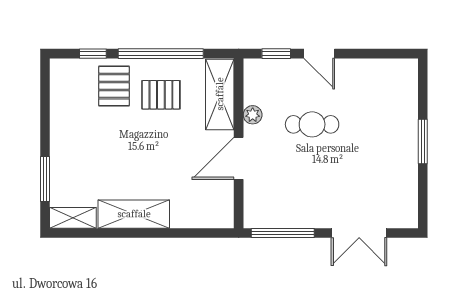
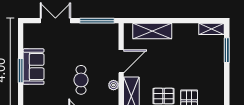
cafe table: (312, 124) -> (81, 80), turned 90
sofa: (399, 149) -> (34, 67), added
shelving: (134, 214) -> (152, 31), moved

